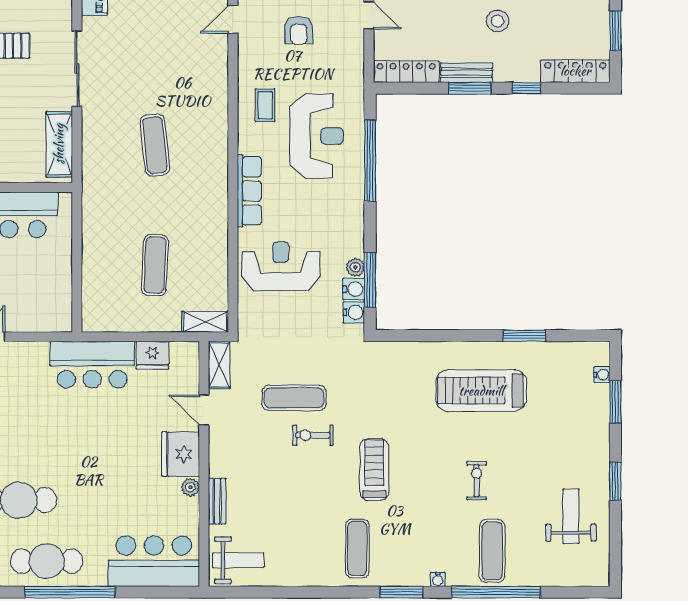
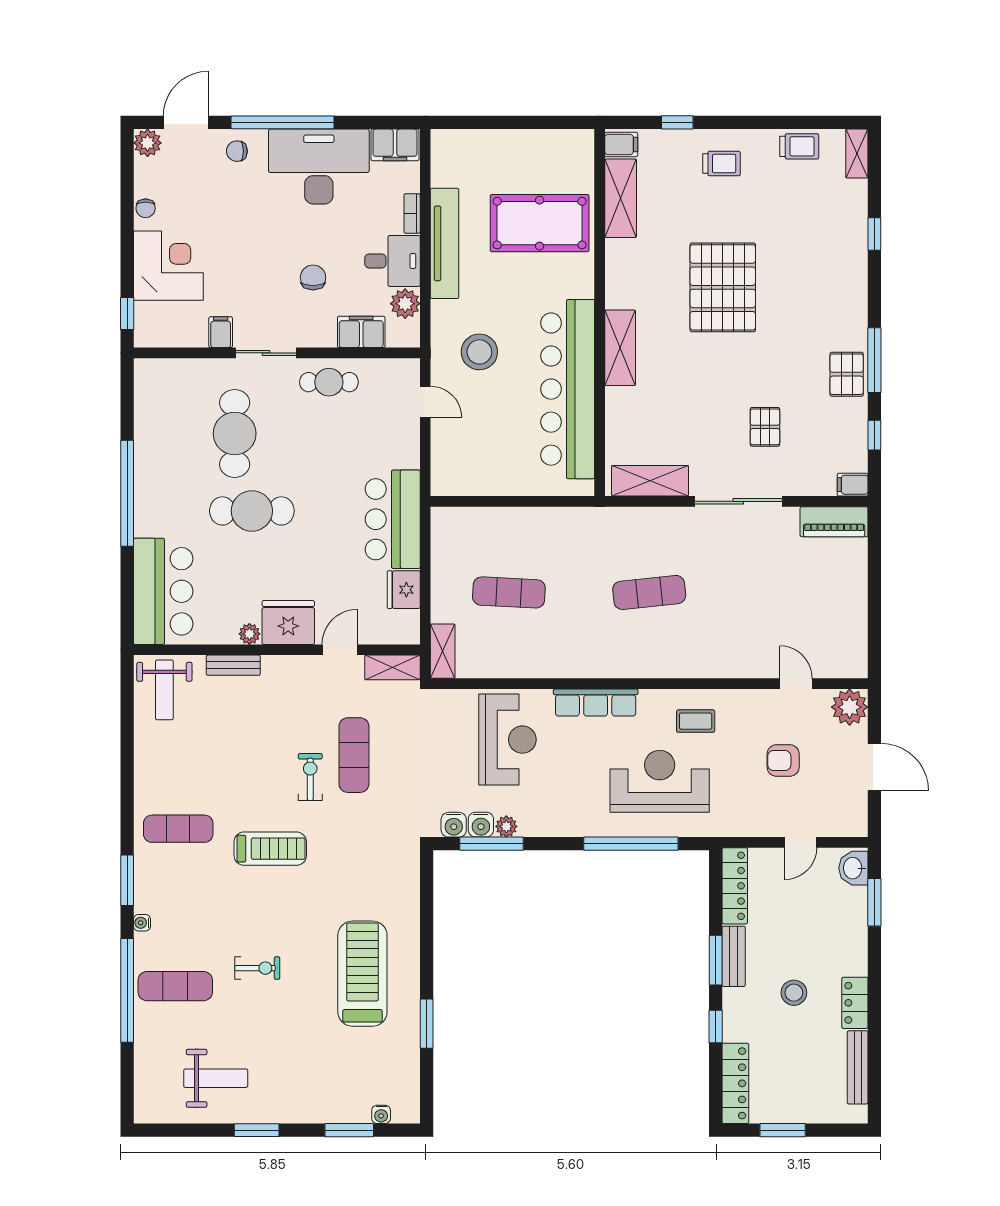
reception desk: (317, 136) -> (660, 781), turned 180
cafe table: (47, 561) -> (252, 511), moved, turned 90

